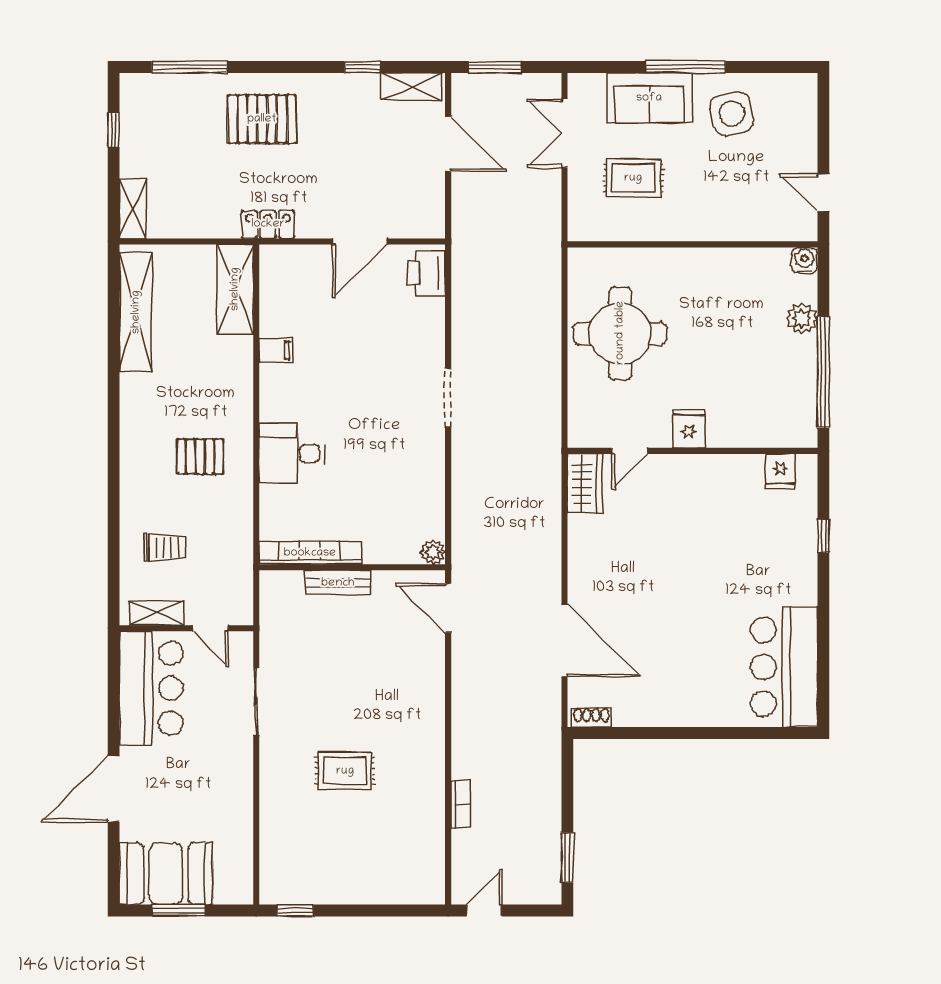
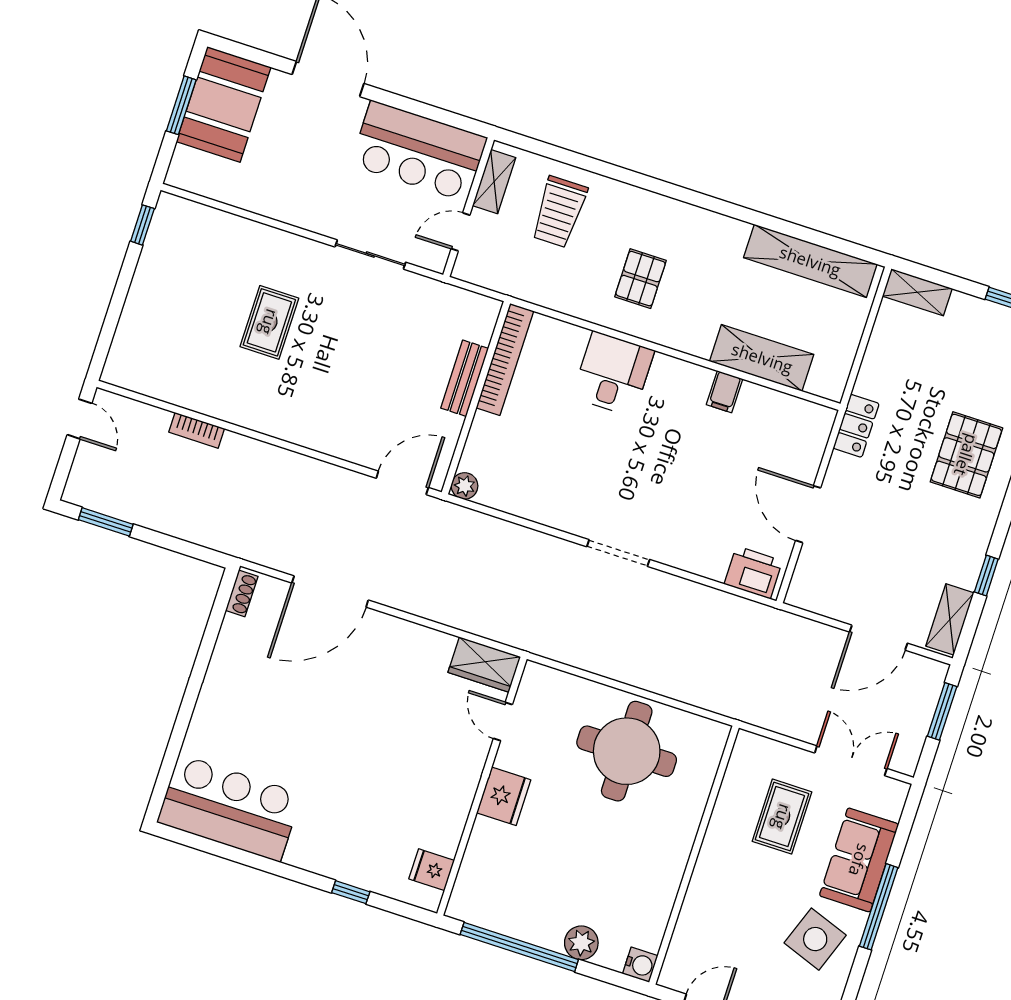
side table: (732, 114) -> (815, 939), turned 33
shelving: (235, 289) -> (762, 358), moved
fridge: (689, 429) -> (504, 796), width x1.38
trolley: (165, 547) -> (559, 212), width x1.36, depth x1.39

